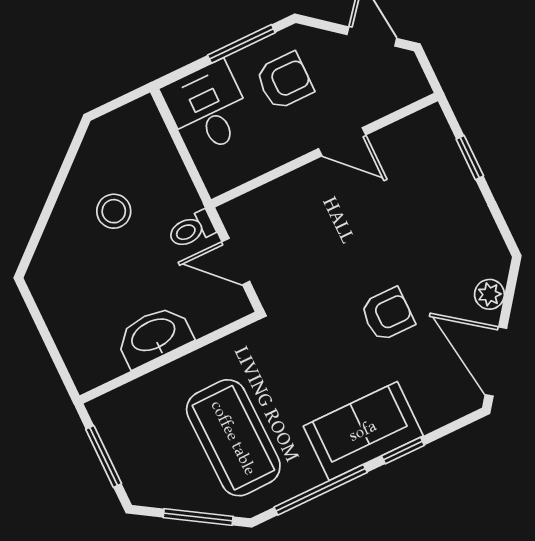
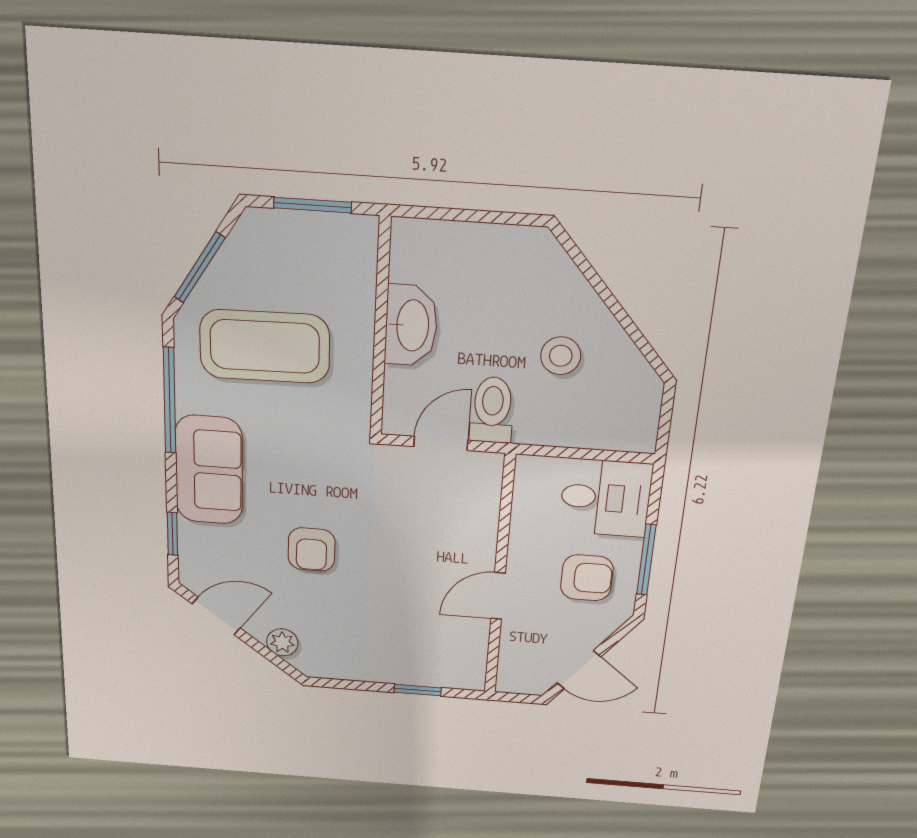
armchair: (284, 81) -> (587, 578), turned -90
toilet: (191, 230) -> (492, 410), width x1.37, depth x1.39
door: (496, 361) -> (216, 616), width x0.73
window: (403, 451) -> (172, 534), moved

